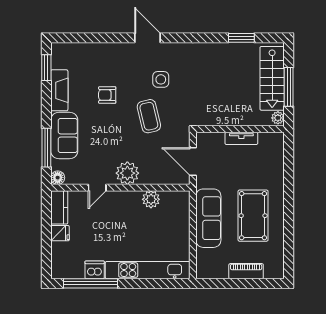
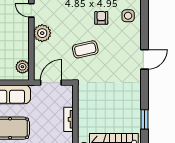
door: (148, 38) -> (144, 59), moved
side table: (161, 79) -> (128, 16), moved
plant: (151, 199) -> (22, 67), moved

